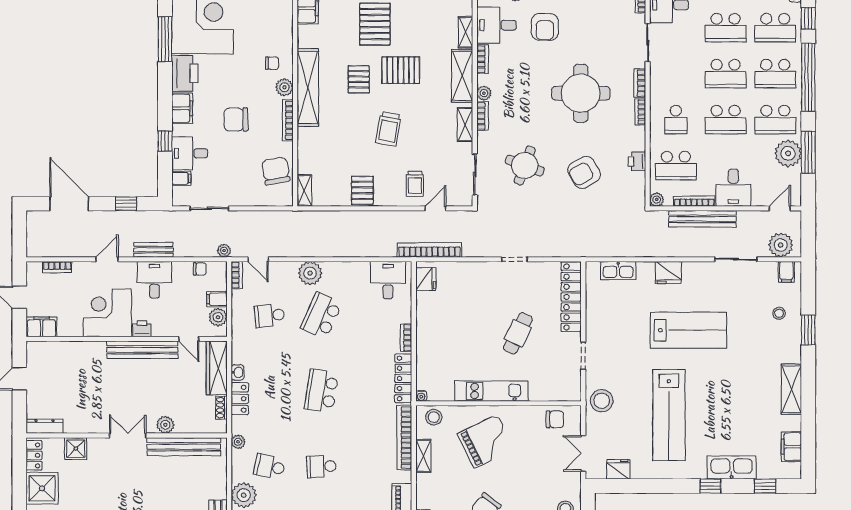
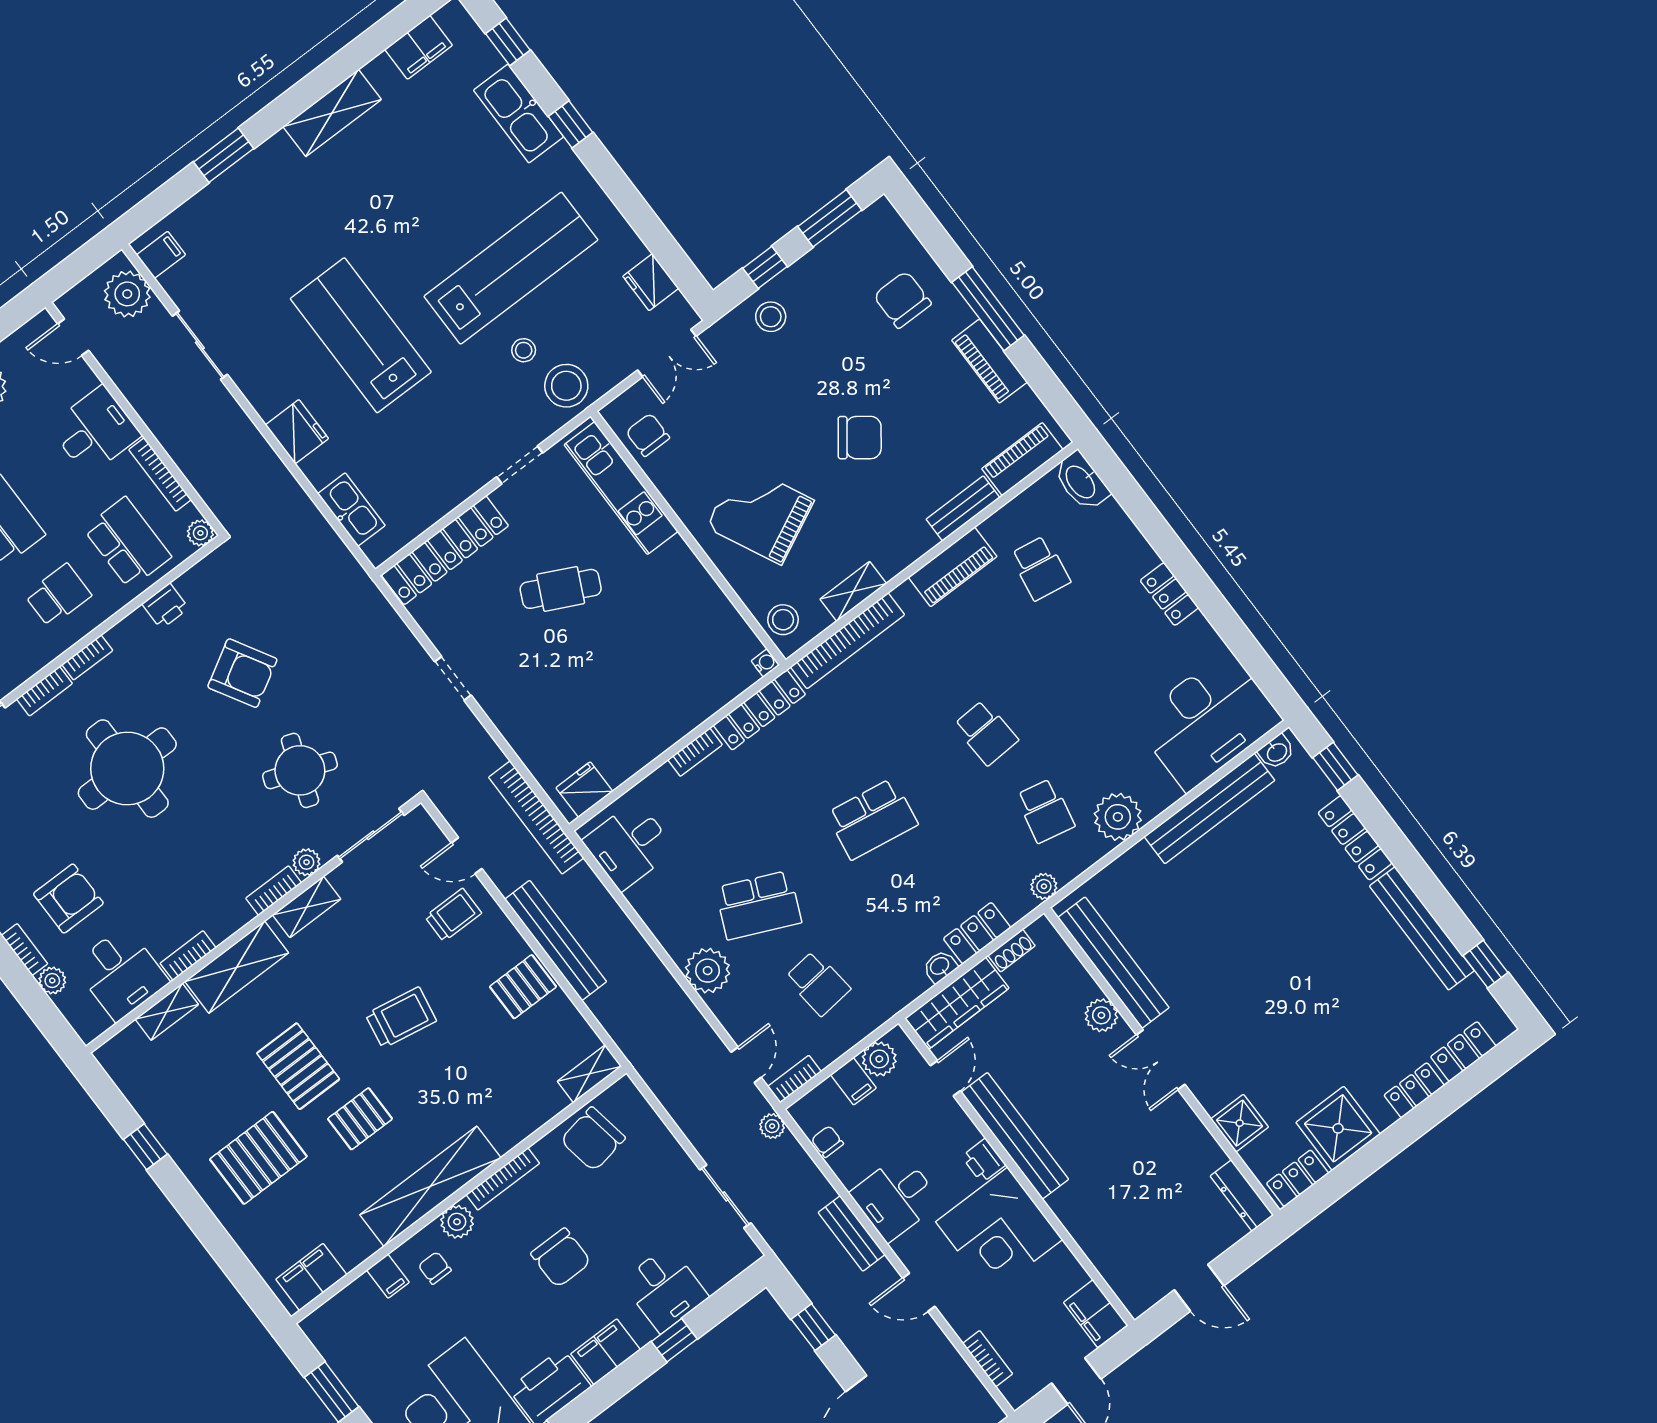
plant: (484, 93) -> (306, 862), moved
filing cabinet: (181, 178) -> (388, 1276), moved, turned 180
bench: (702, 219) -> (556, 940), moved
stool: (779, 313) -> (524, 350), moved
kitchen unit: (491, 391) -> (621, 488), moved

